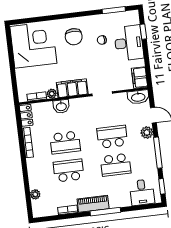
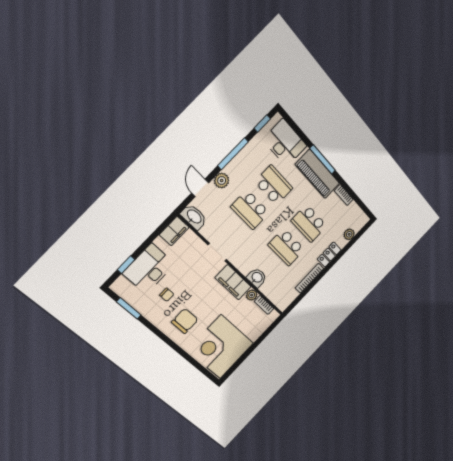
locker: (26, 115) -> (329, 255), moved
school desk: (65, 142) -> (286, 247), turned 180
desk: (142, 192) -> (285, 143), width x1.37
piano: (93, 204) -> (317, 174), width x1.37, depth x1.33

